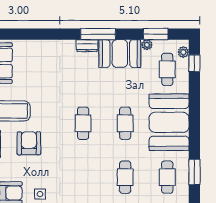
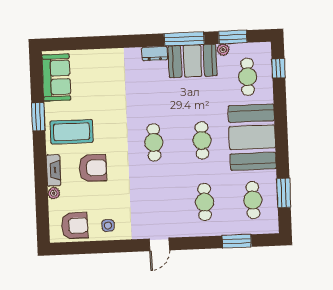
window: (98, 34) -> (184, 39), moved
plant: (183, 52) -> (265, 56), removed
armchair: (29, 143) -> (93, 168), turned 90

